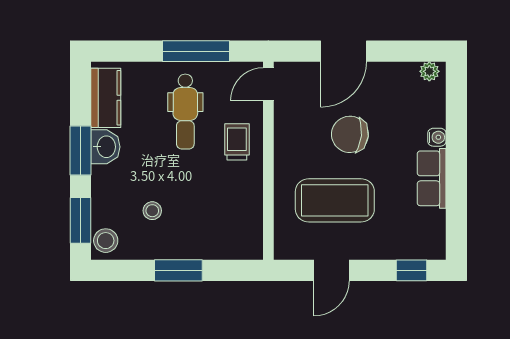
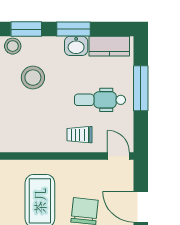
window: (196, 51) -> (141, 88), moved
trolley: (237, 142) -> (79, 135), turned 180
stool: (152, 211) -> (33, 78), width x1.89, depth x1.89

